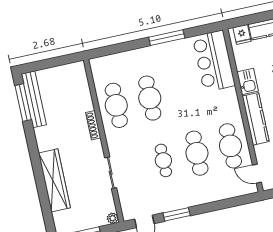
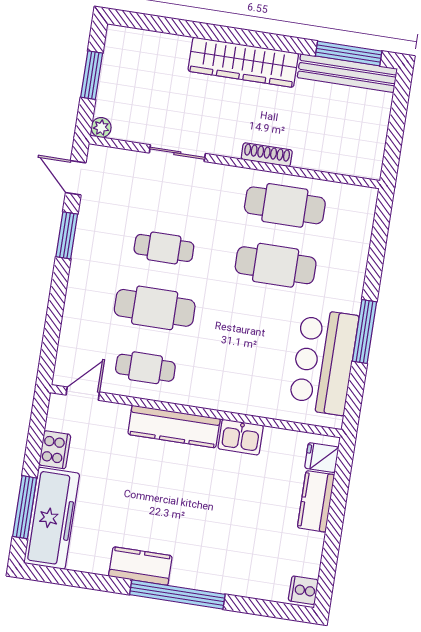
bar counter: (214, 61) -> (324, 362), moved, turned -90
cafe table: (230, 146) -> (145, 368), width x0.73, depth x0.74
wardrobe: (54, 180) -> (243, 62), moved

